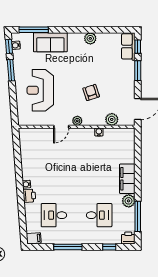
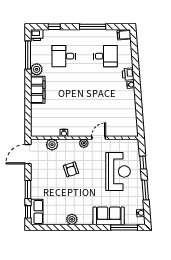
window: (9, 46) -> (143, 163), moved

